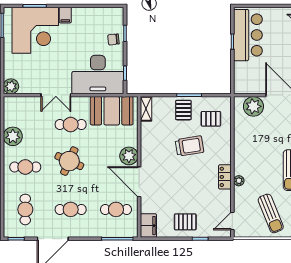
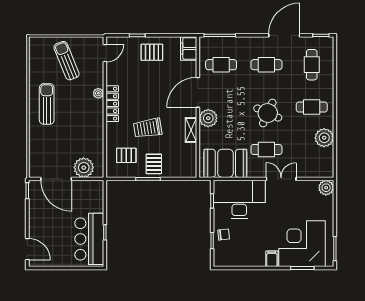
shelving: (146, 109) -> (191, 130), moved
locker: (225, 177) -> (112, 104), width x1.53
door: (139, 182) -> (198, 92), swing flipped

